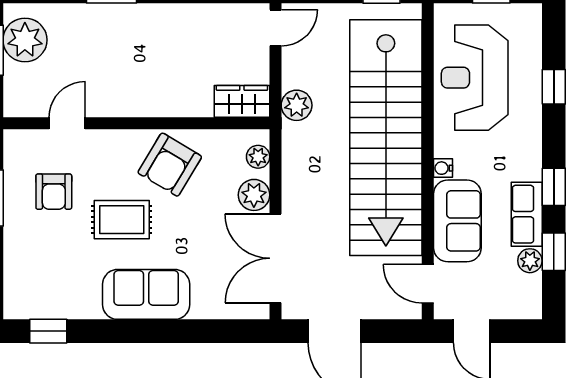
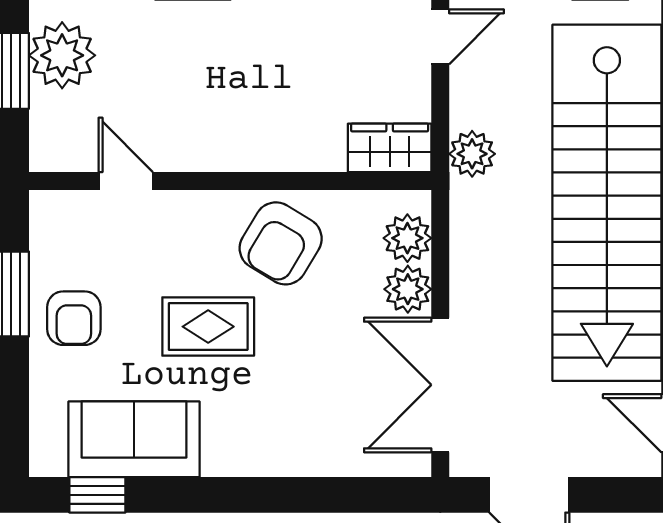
door: (67, 123) -> (126, 181), hinge flipped
plant: (258, 157) -> (407, 238), width x1.38, depth x1.38
armchair: (54, 192) -> (74, 318), moved
sofa: (146, 294) -> (134, 439), moved

